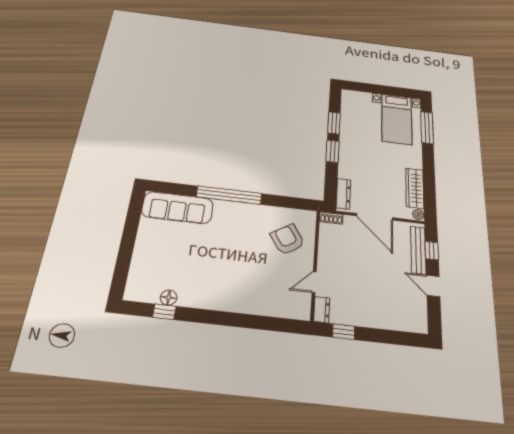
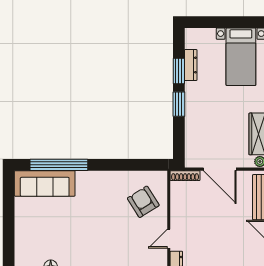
dresser: (343, 194) -> (191, 65), moved
window: (229, 195) -> (59, 165), moved
shoe rack: (331, 218) -> (185, 176), width x1.43

